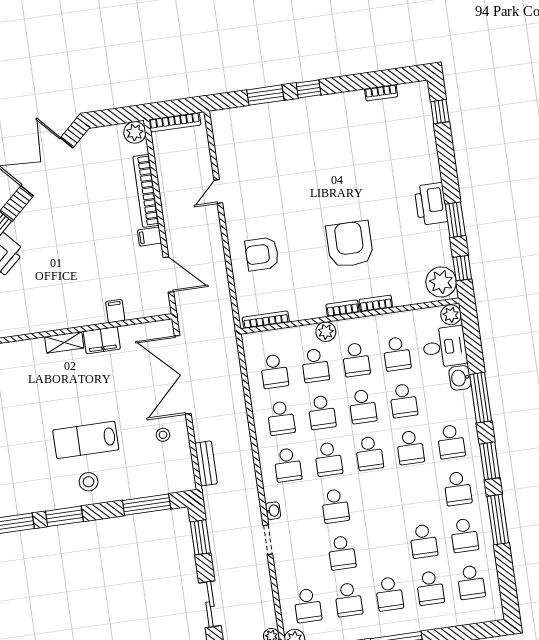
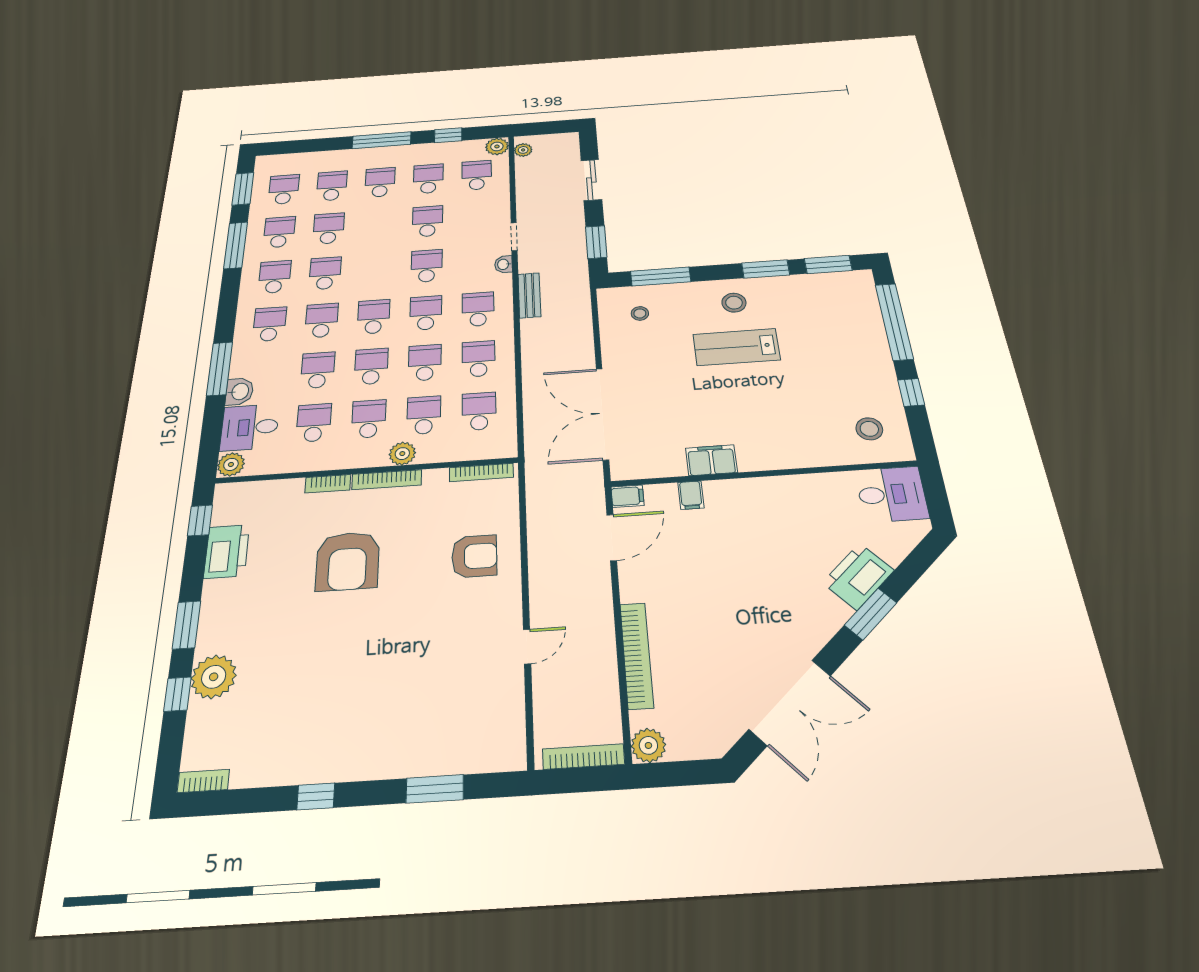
window: (309, 89) -> (316, 796), moved
bookcase: (381, 93) -> (203, 781), moved
window: (440, 112) -> (177, 694), moved
printer: (431, 204) -> (227, 551), moved
window: (455, 220) -> (186, 625), moved
filing cabinet: (150, 237) -> (628, 496), moved
door: (168, 274) -> (612, 538), swing flipped
plant: (441, 282) -> (214, 677), moved
bookcase: (342, 308) -> (387, 480), width x1.56
shelving: (64, 342) -> (764, 460), removed
double door: (183, 375) -> (602, 413), swing flipped
stool: (163, 435) -> (640, 313), moved
lab bench: (86, 440) -> (736, 347), turned 180
window: (490, 461) -> (243, 189), moved
bench: (206, 463) -> (529, 295), moved
school desk: (417, 494) -> (325, 273), added

